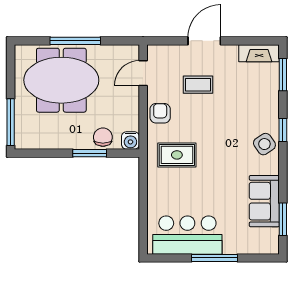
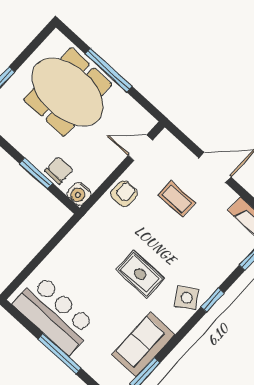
rug: (177, 155) -> (140, 274), moved

